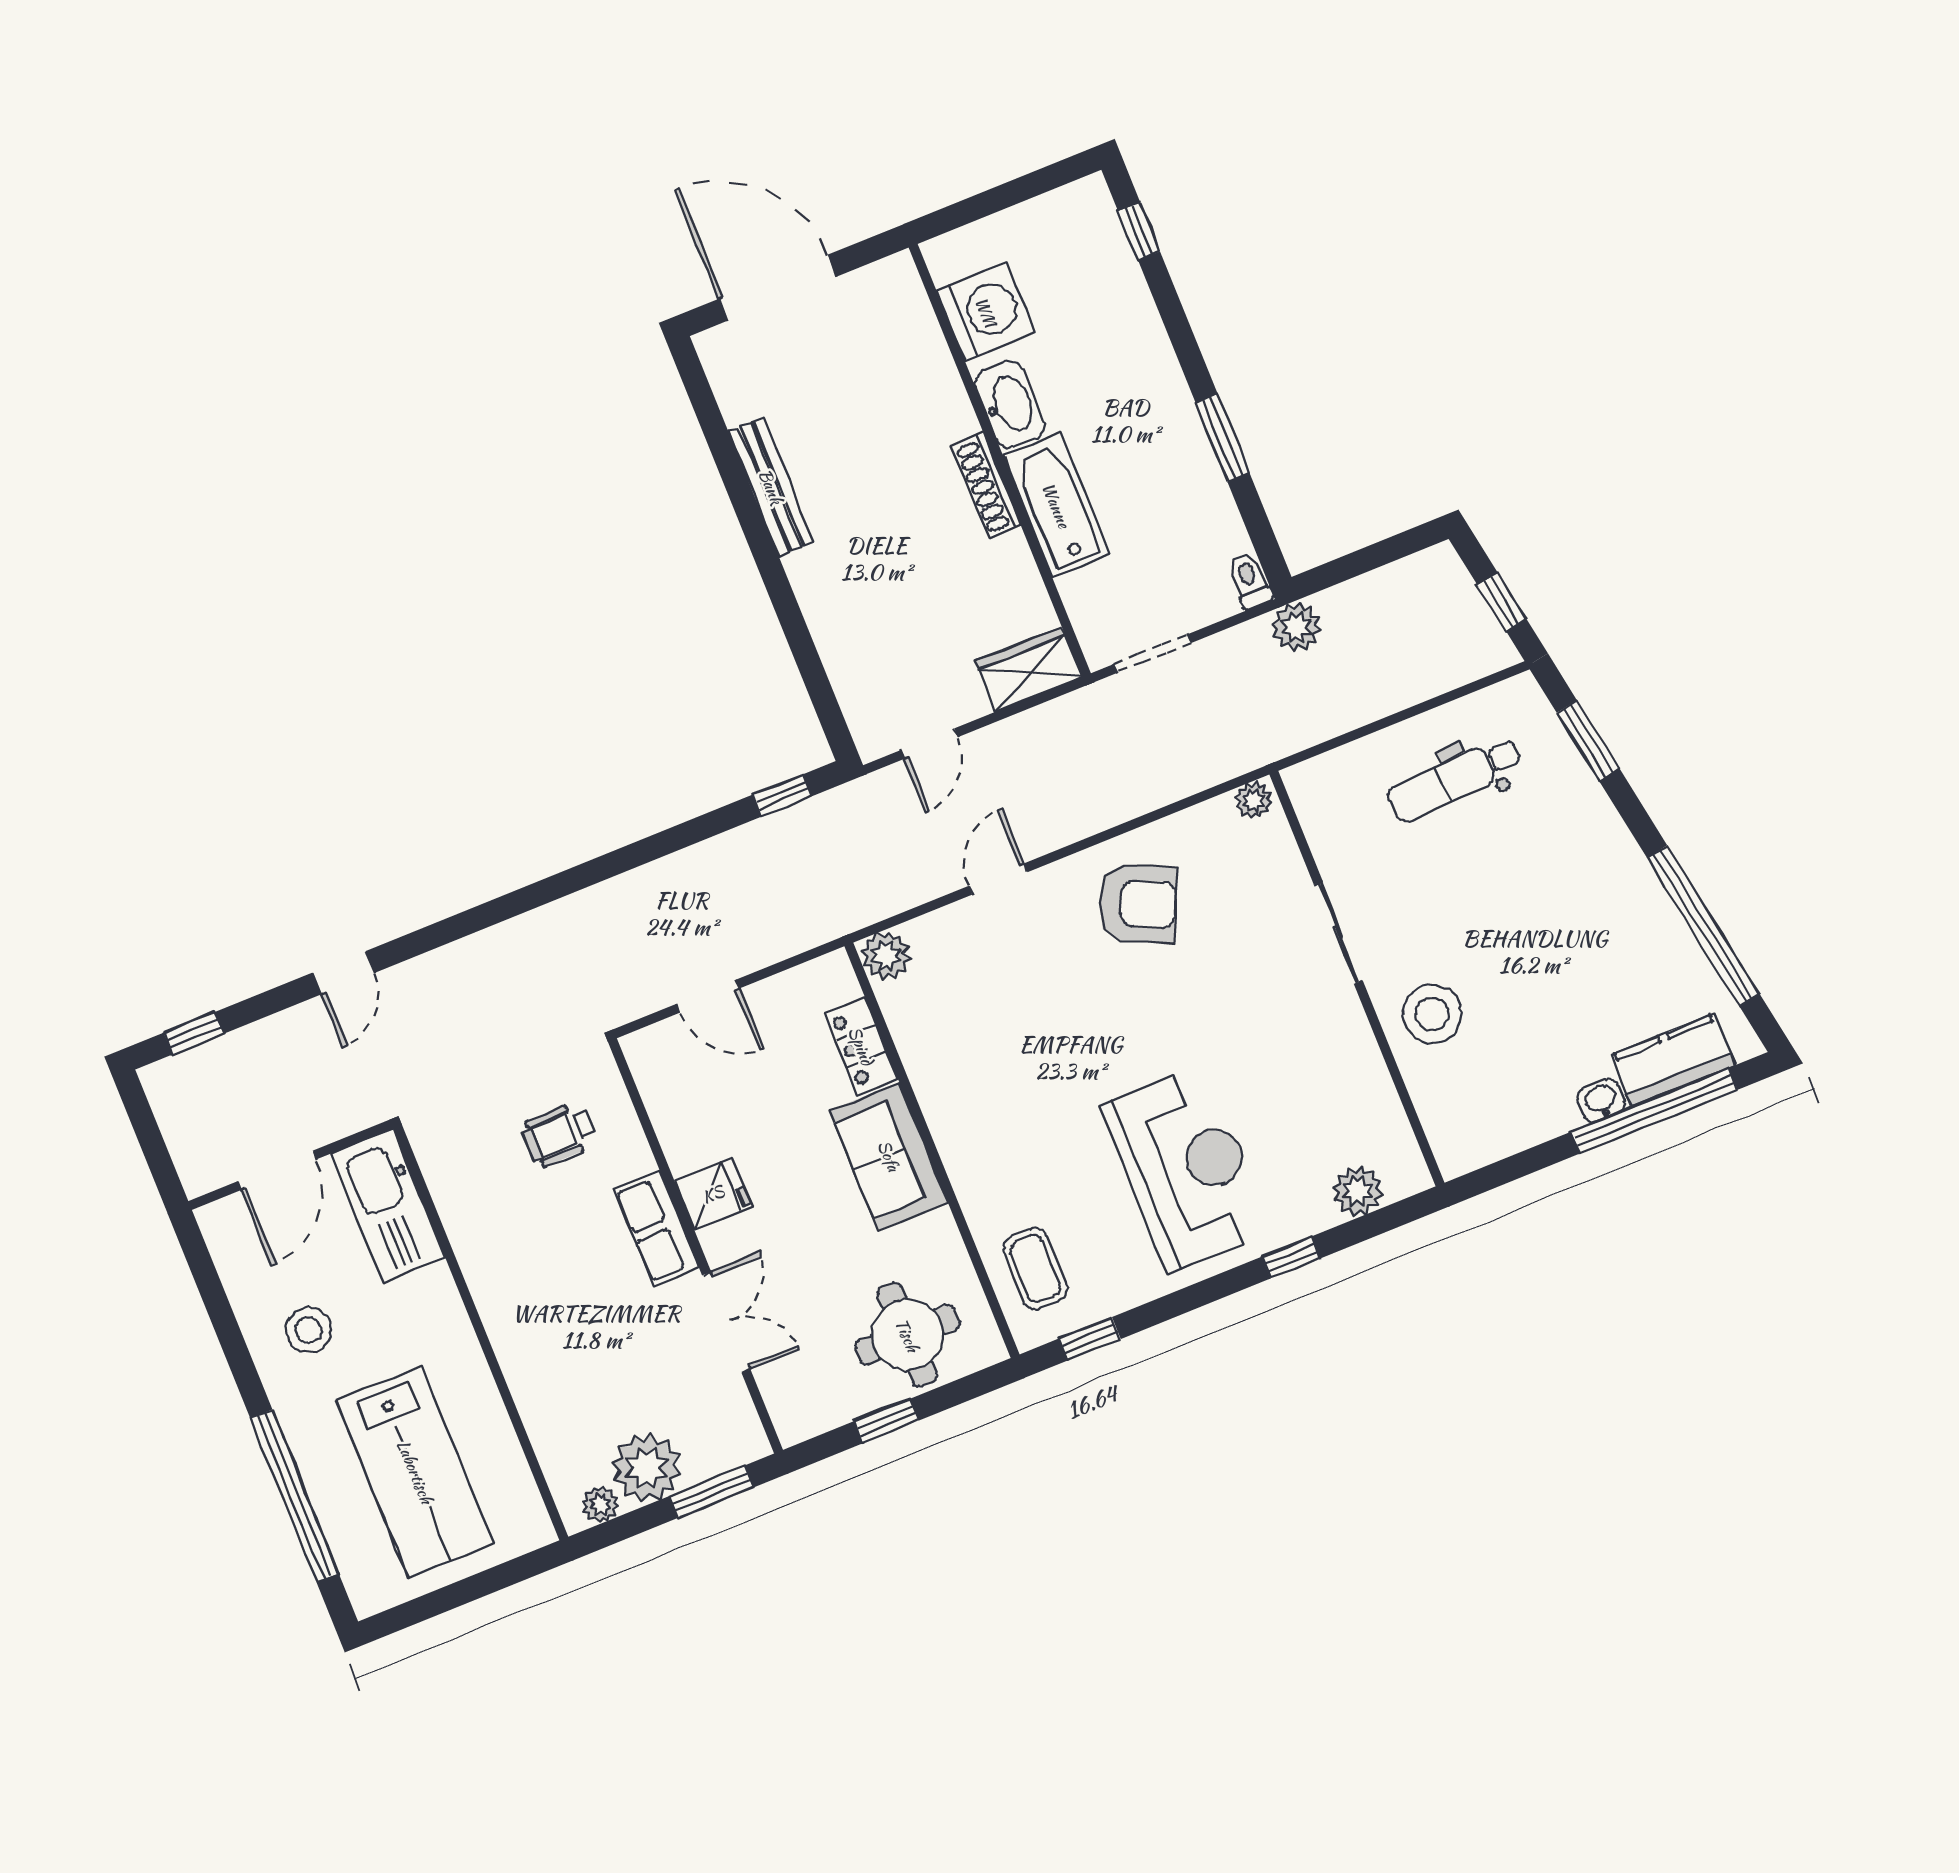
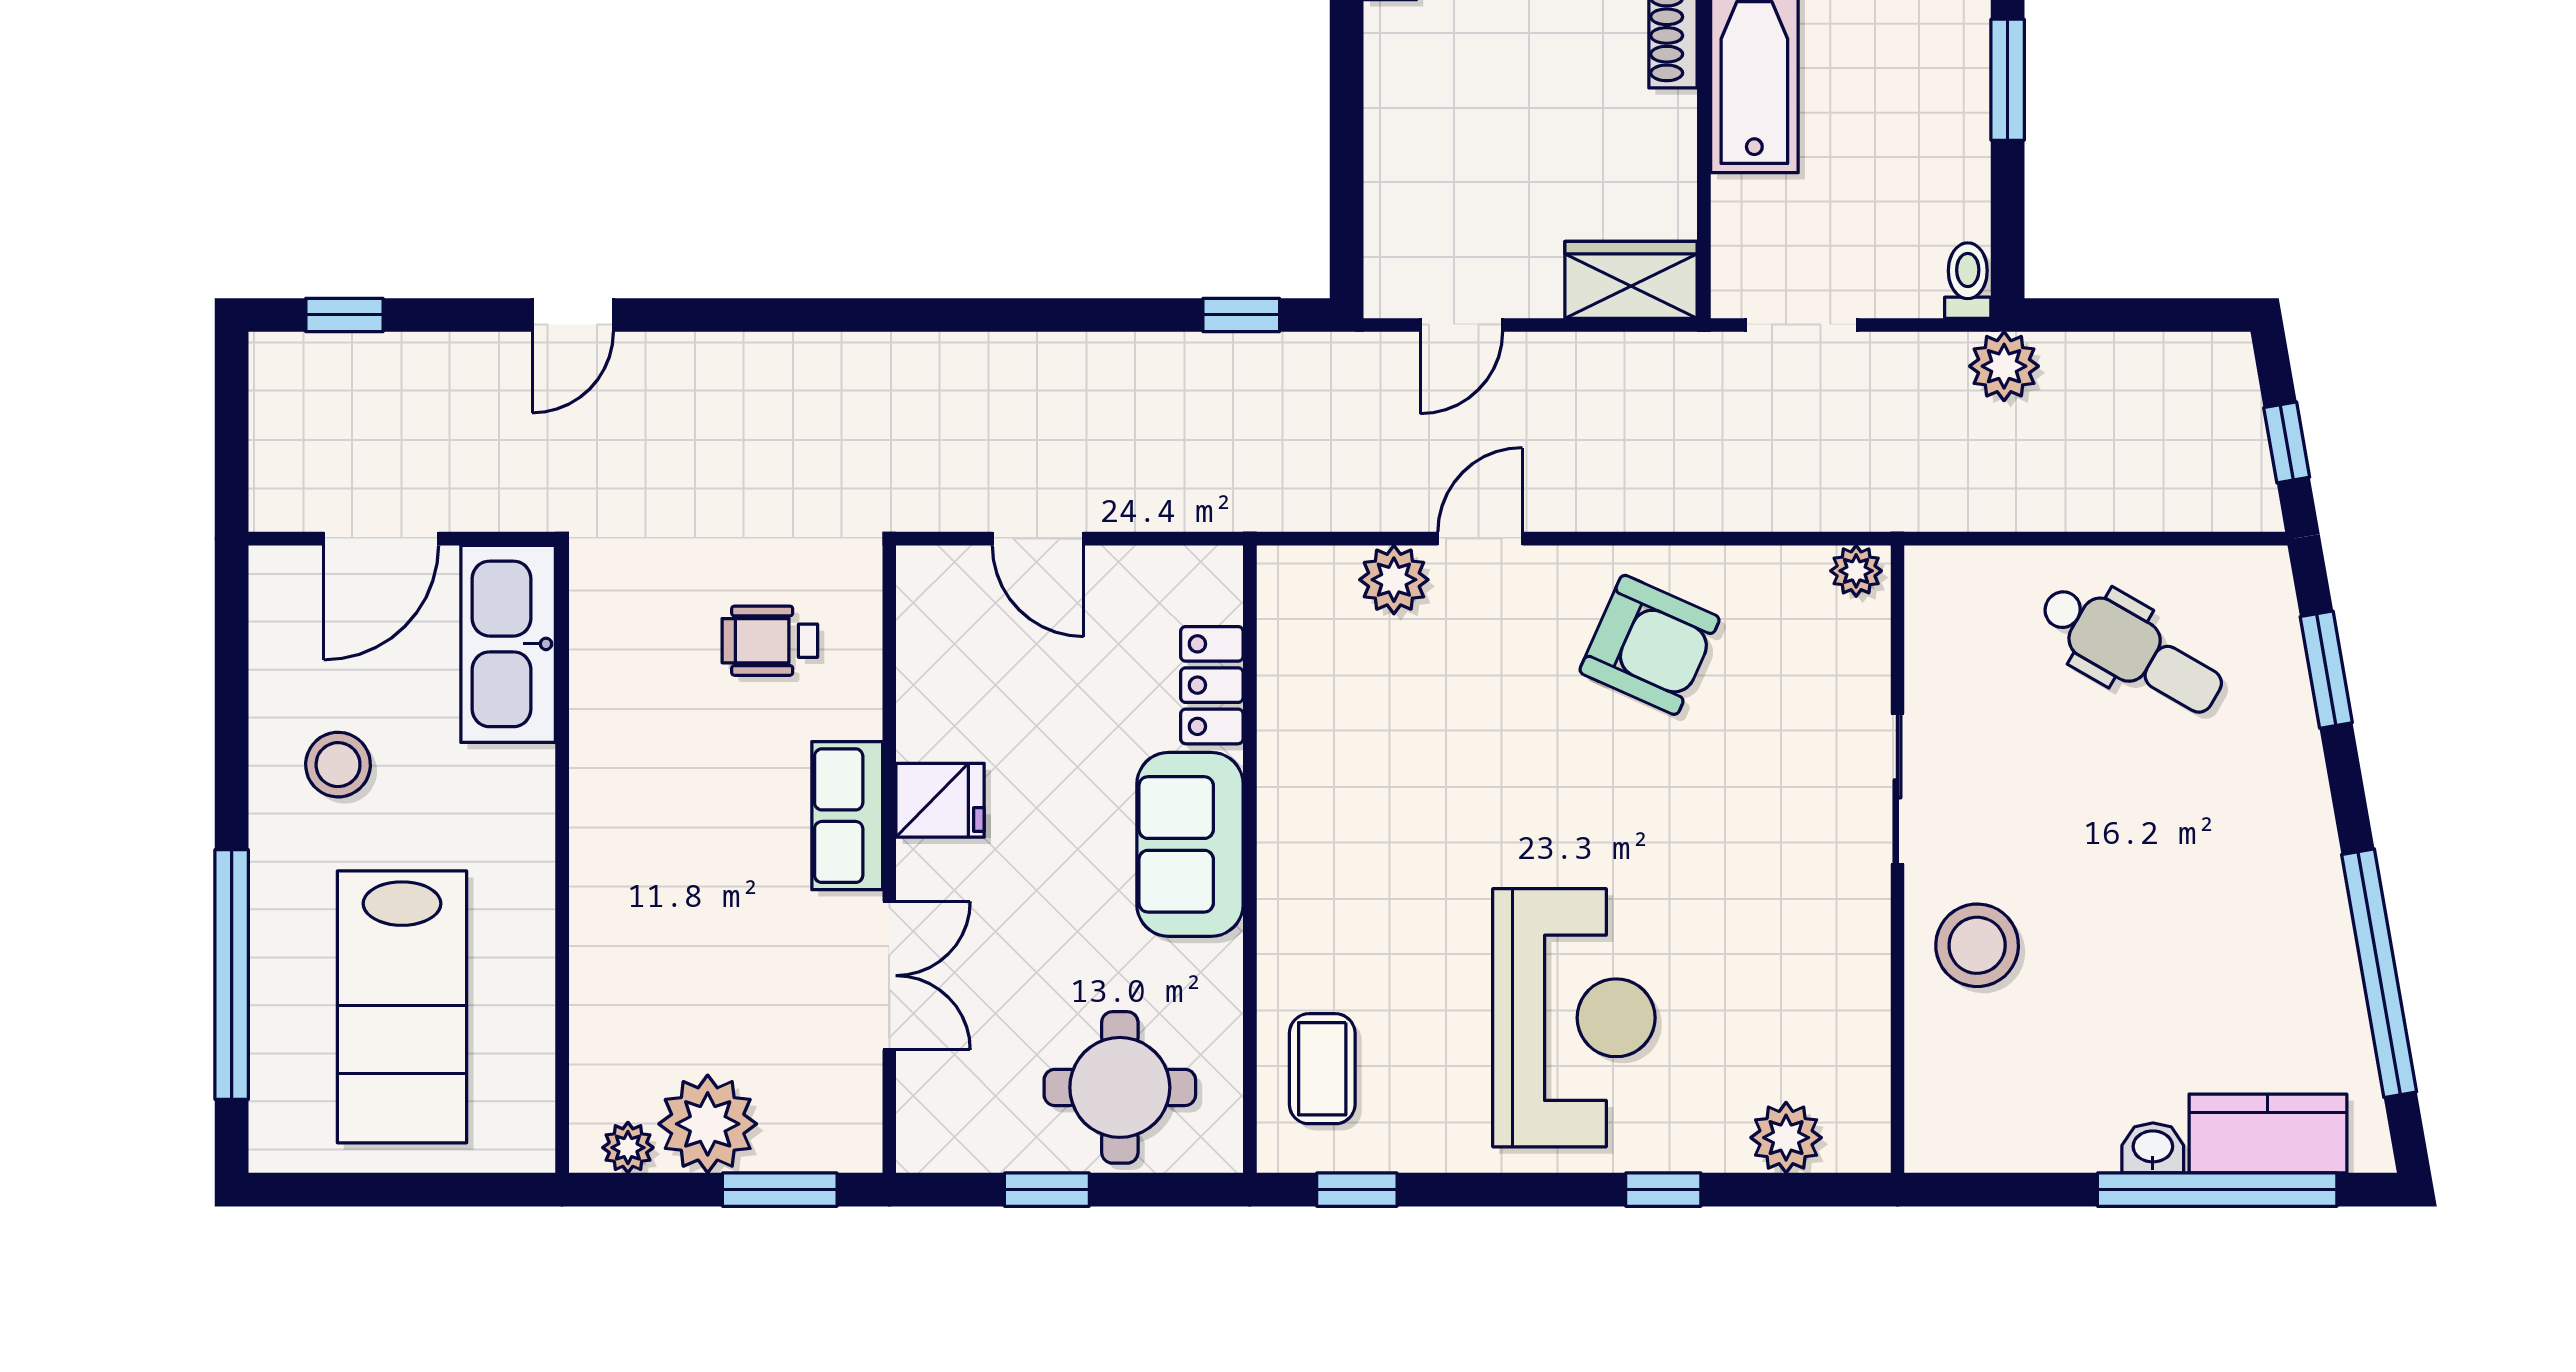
dental chair: (1455, 779) -> (2131, 649), turned -147
plant: (886, 956) -> (1394, 580), moved

